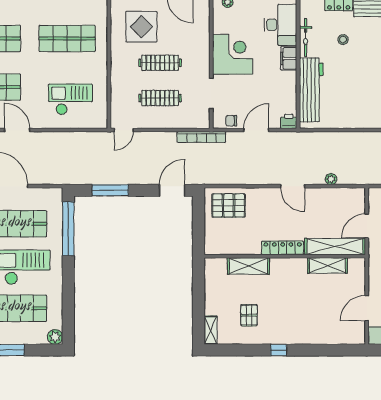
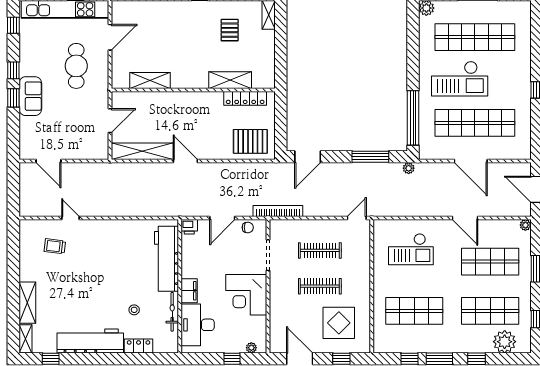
plant: (331, 179) -> (409, 168), moved
shelving: (335, 247) -> (142, 151), moved
locker: (283, 248) -> (245, 98), moved

